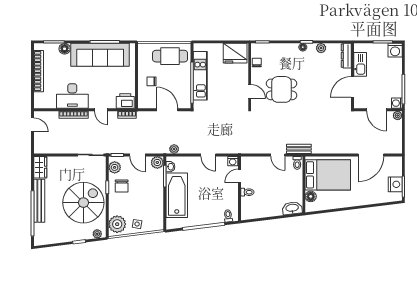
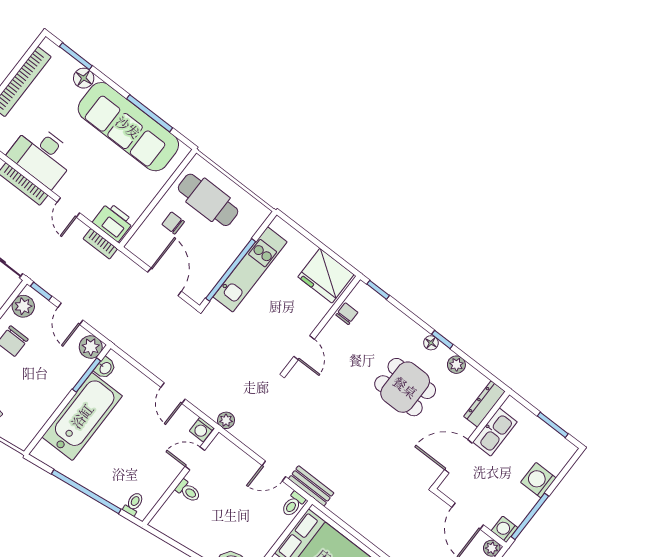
washing machine: (395, 50) -> (538, 480), moved, turned 90
cafe table: (170, 56) -> (208, 200), moved
dining table: (282, 89) -> (405, 387), moved
plant: (174, 149) -> (226, 420), moved
door: (278, 155) -> (274, 471), hinge flipped

